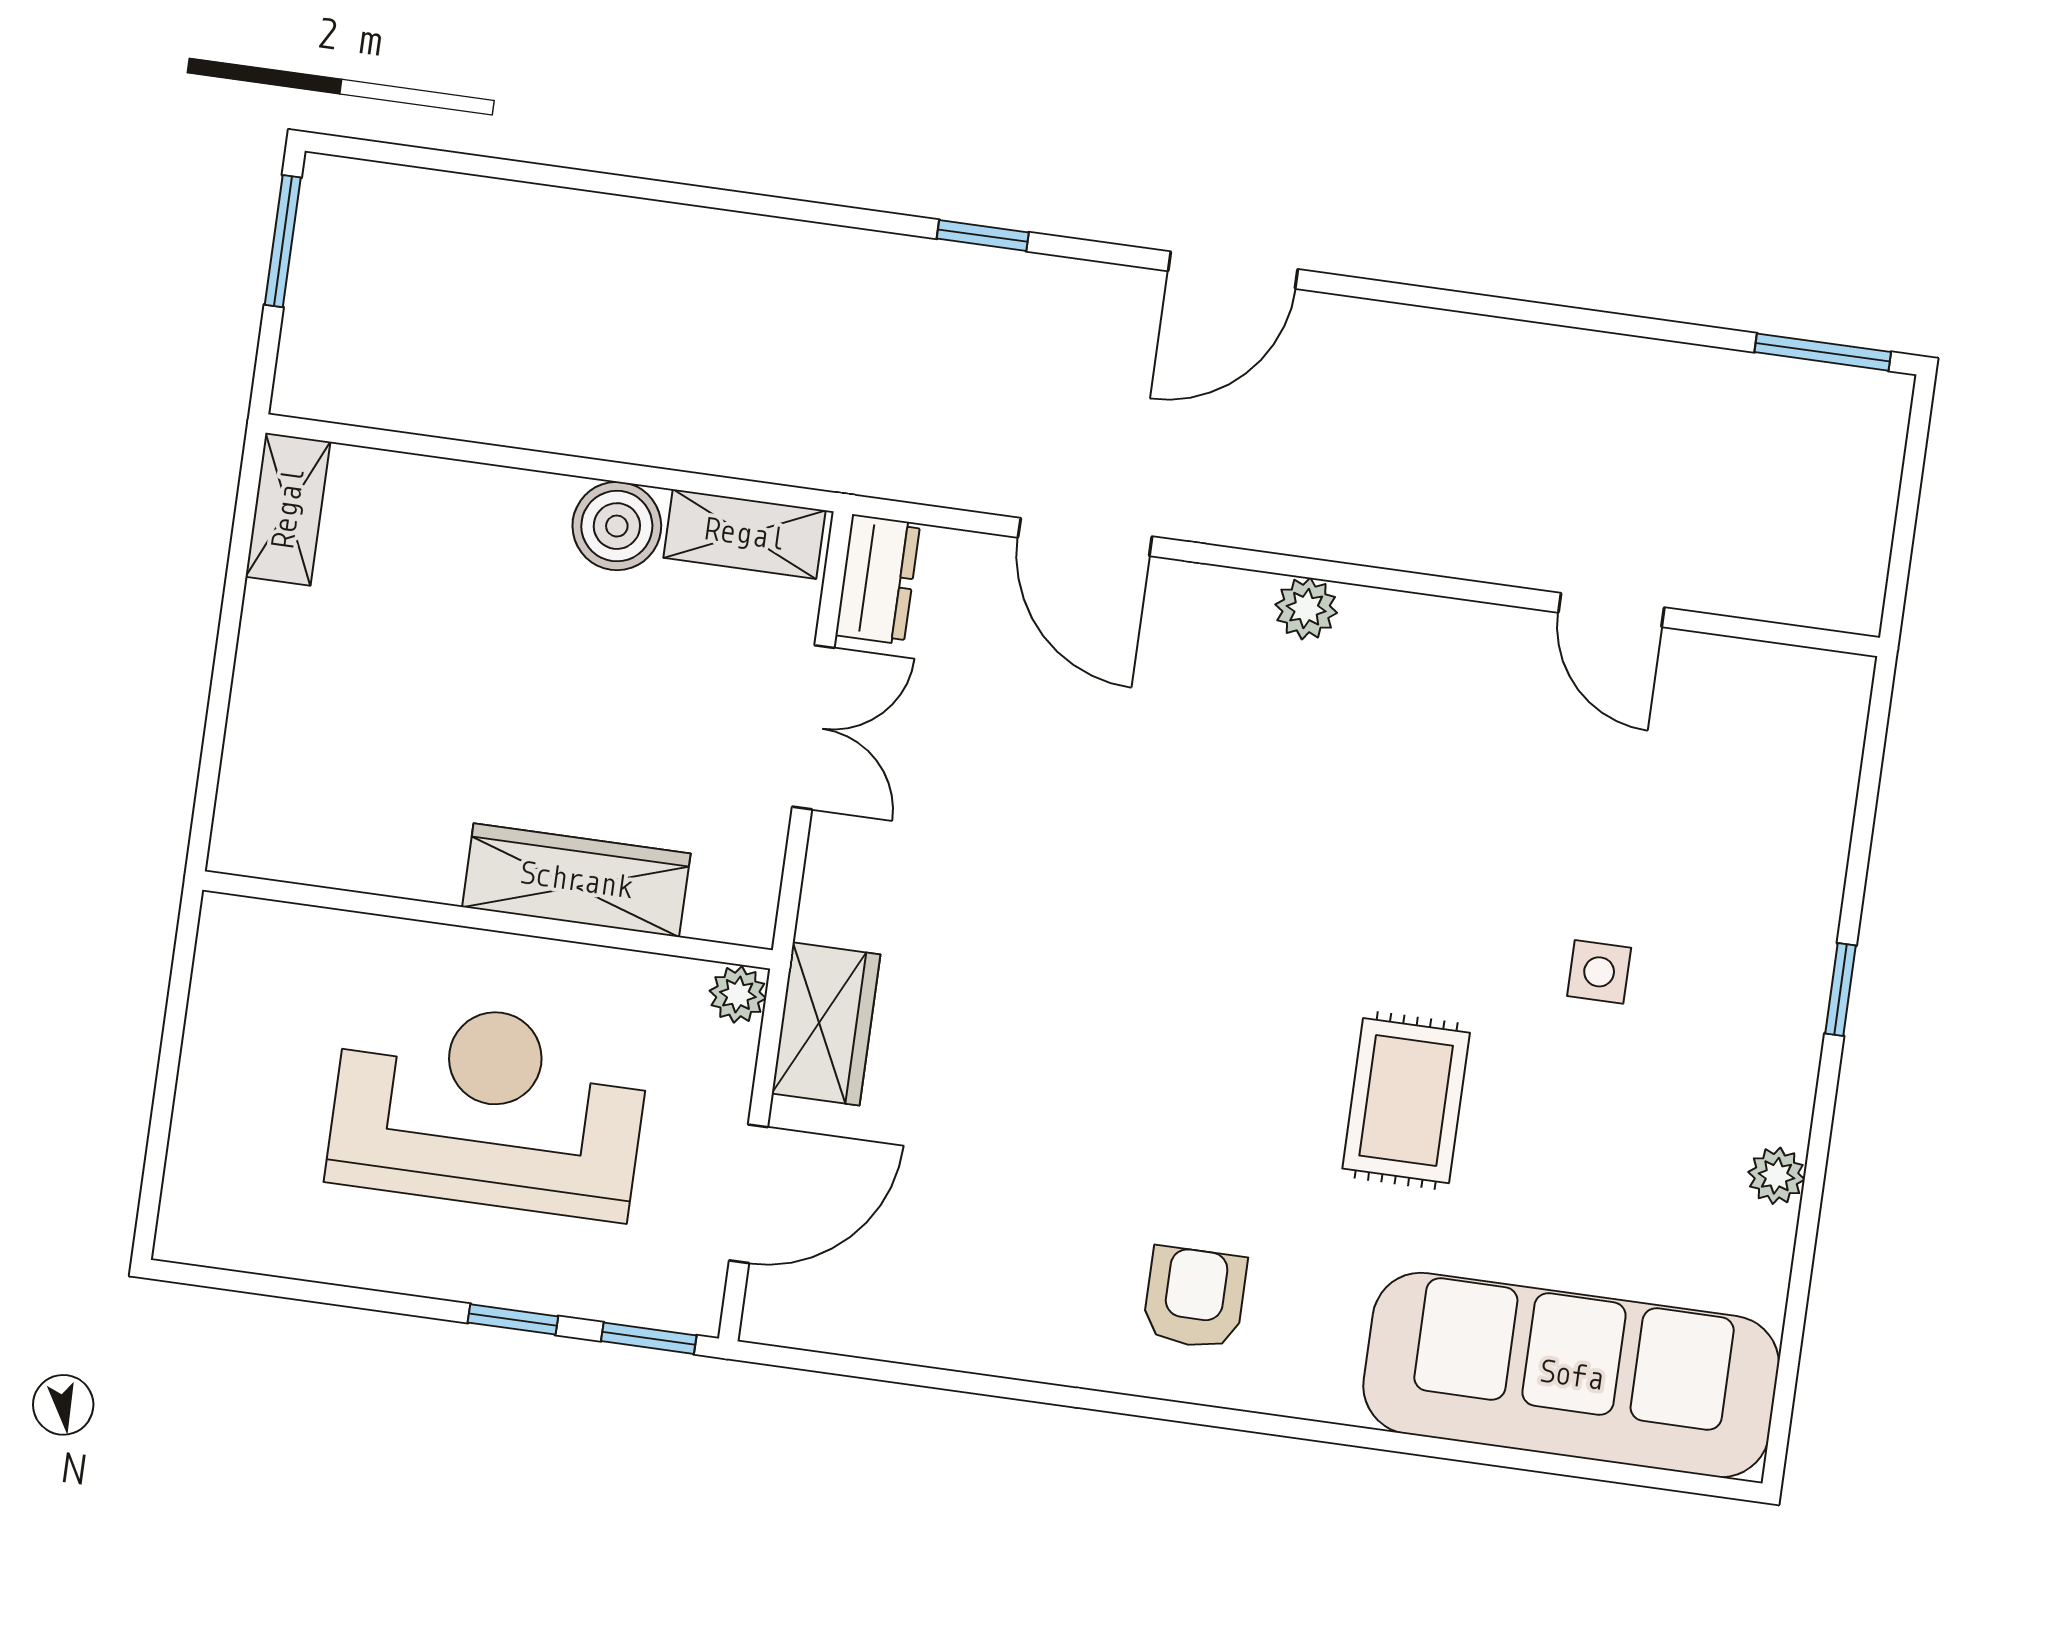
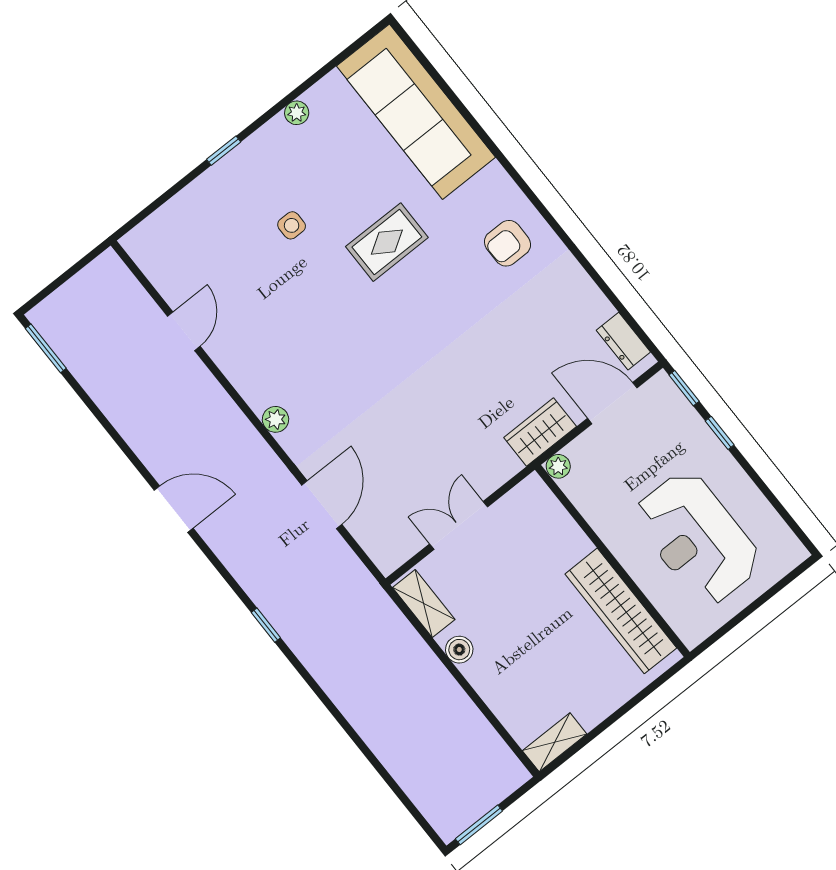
door: (1233, 270) -> (174, 509), moved
boiler: (617, 526) -> (459, 650), width x0.73, depth x0.73
dresser: (878, 579) -> (623, 341), moved, turned -90
wardrobe: (576, 880) -> (621, 611), moved, width x1.40, depth x1.17
reception desk: (488, 1108) -> (697, 538), moved

